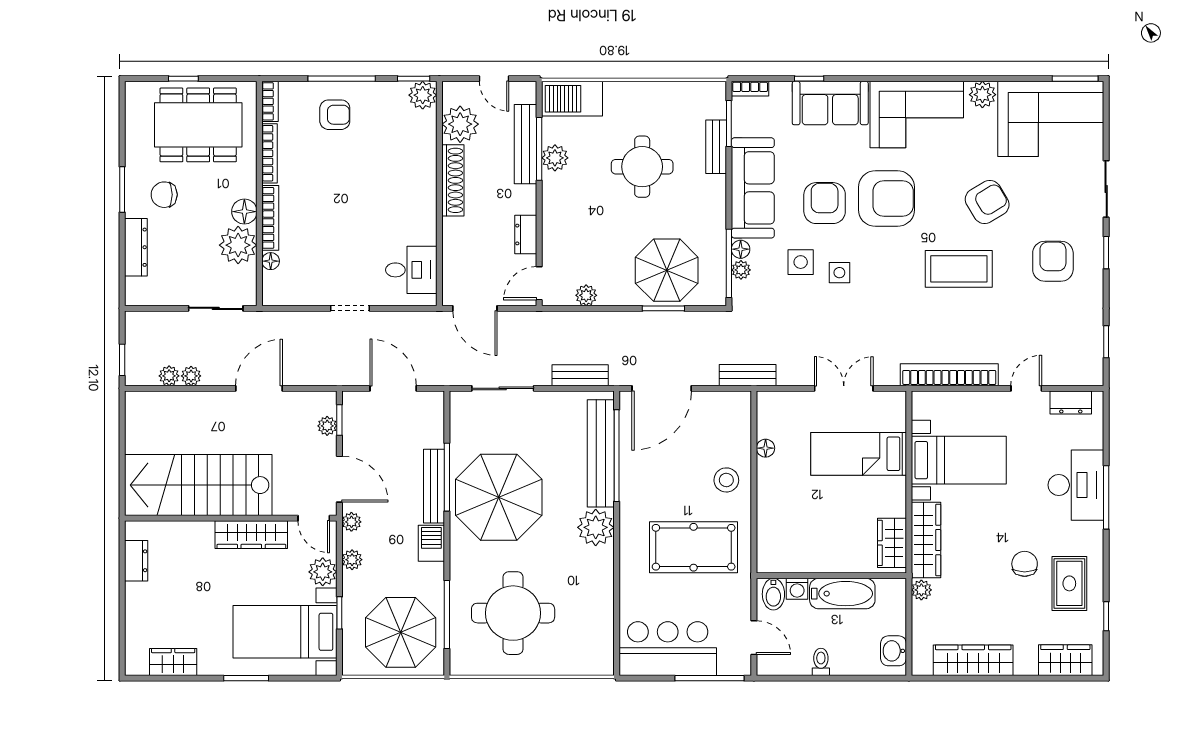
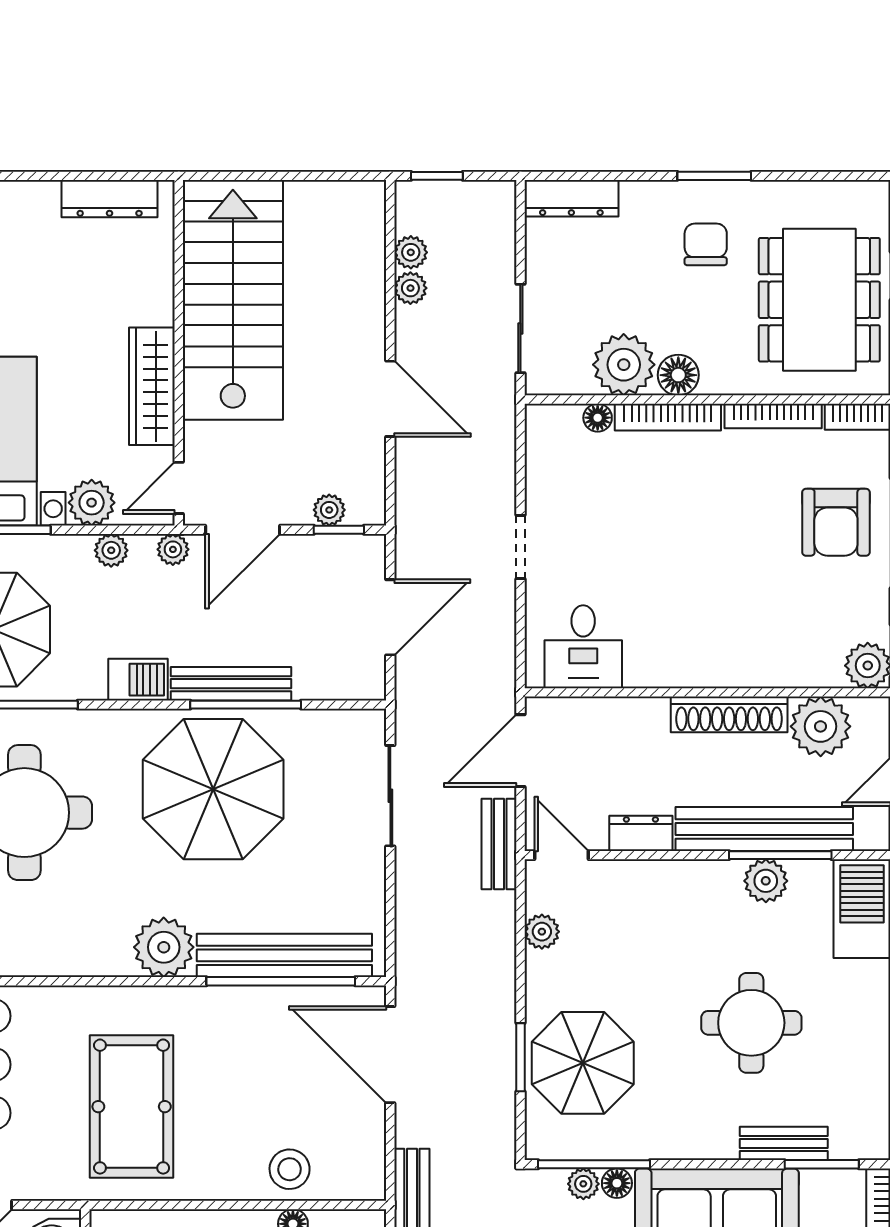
armchair: (335, 115) -> (836, 522), width x1.38, depth x1.38
bench: (526, 144) -> (764, 829), width x1.37, depth x1.21
dresser: (136, 247) -> (571, 198), moved
bench: (580, 375) -> (499, 844), moved
stool: (726, 480) -> (290, 1169), moved
dresser: (136, 561) -> (110, 199), width x1.44

